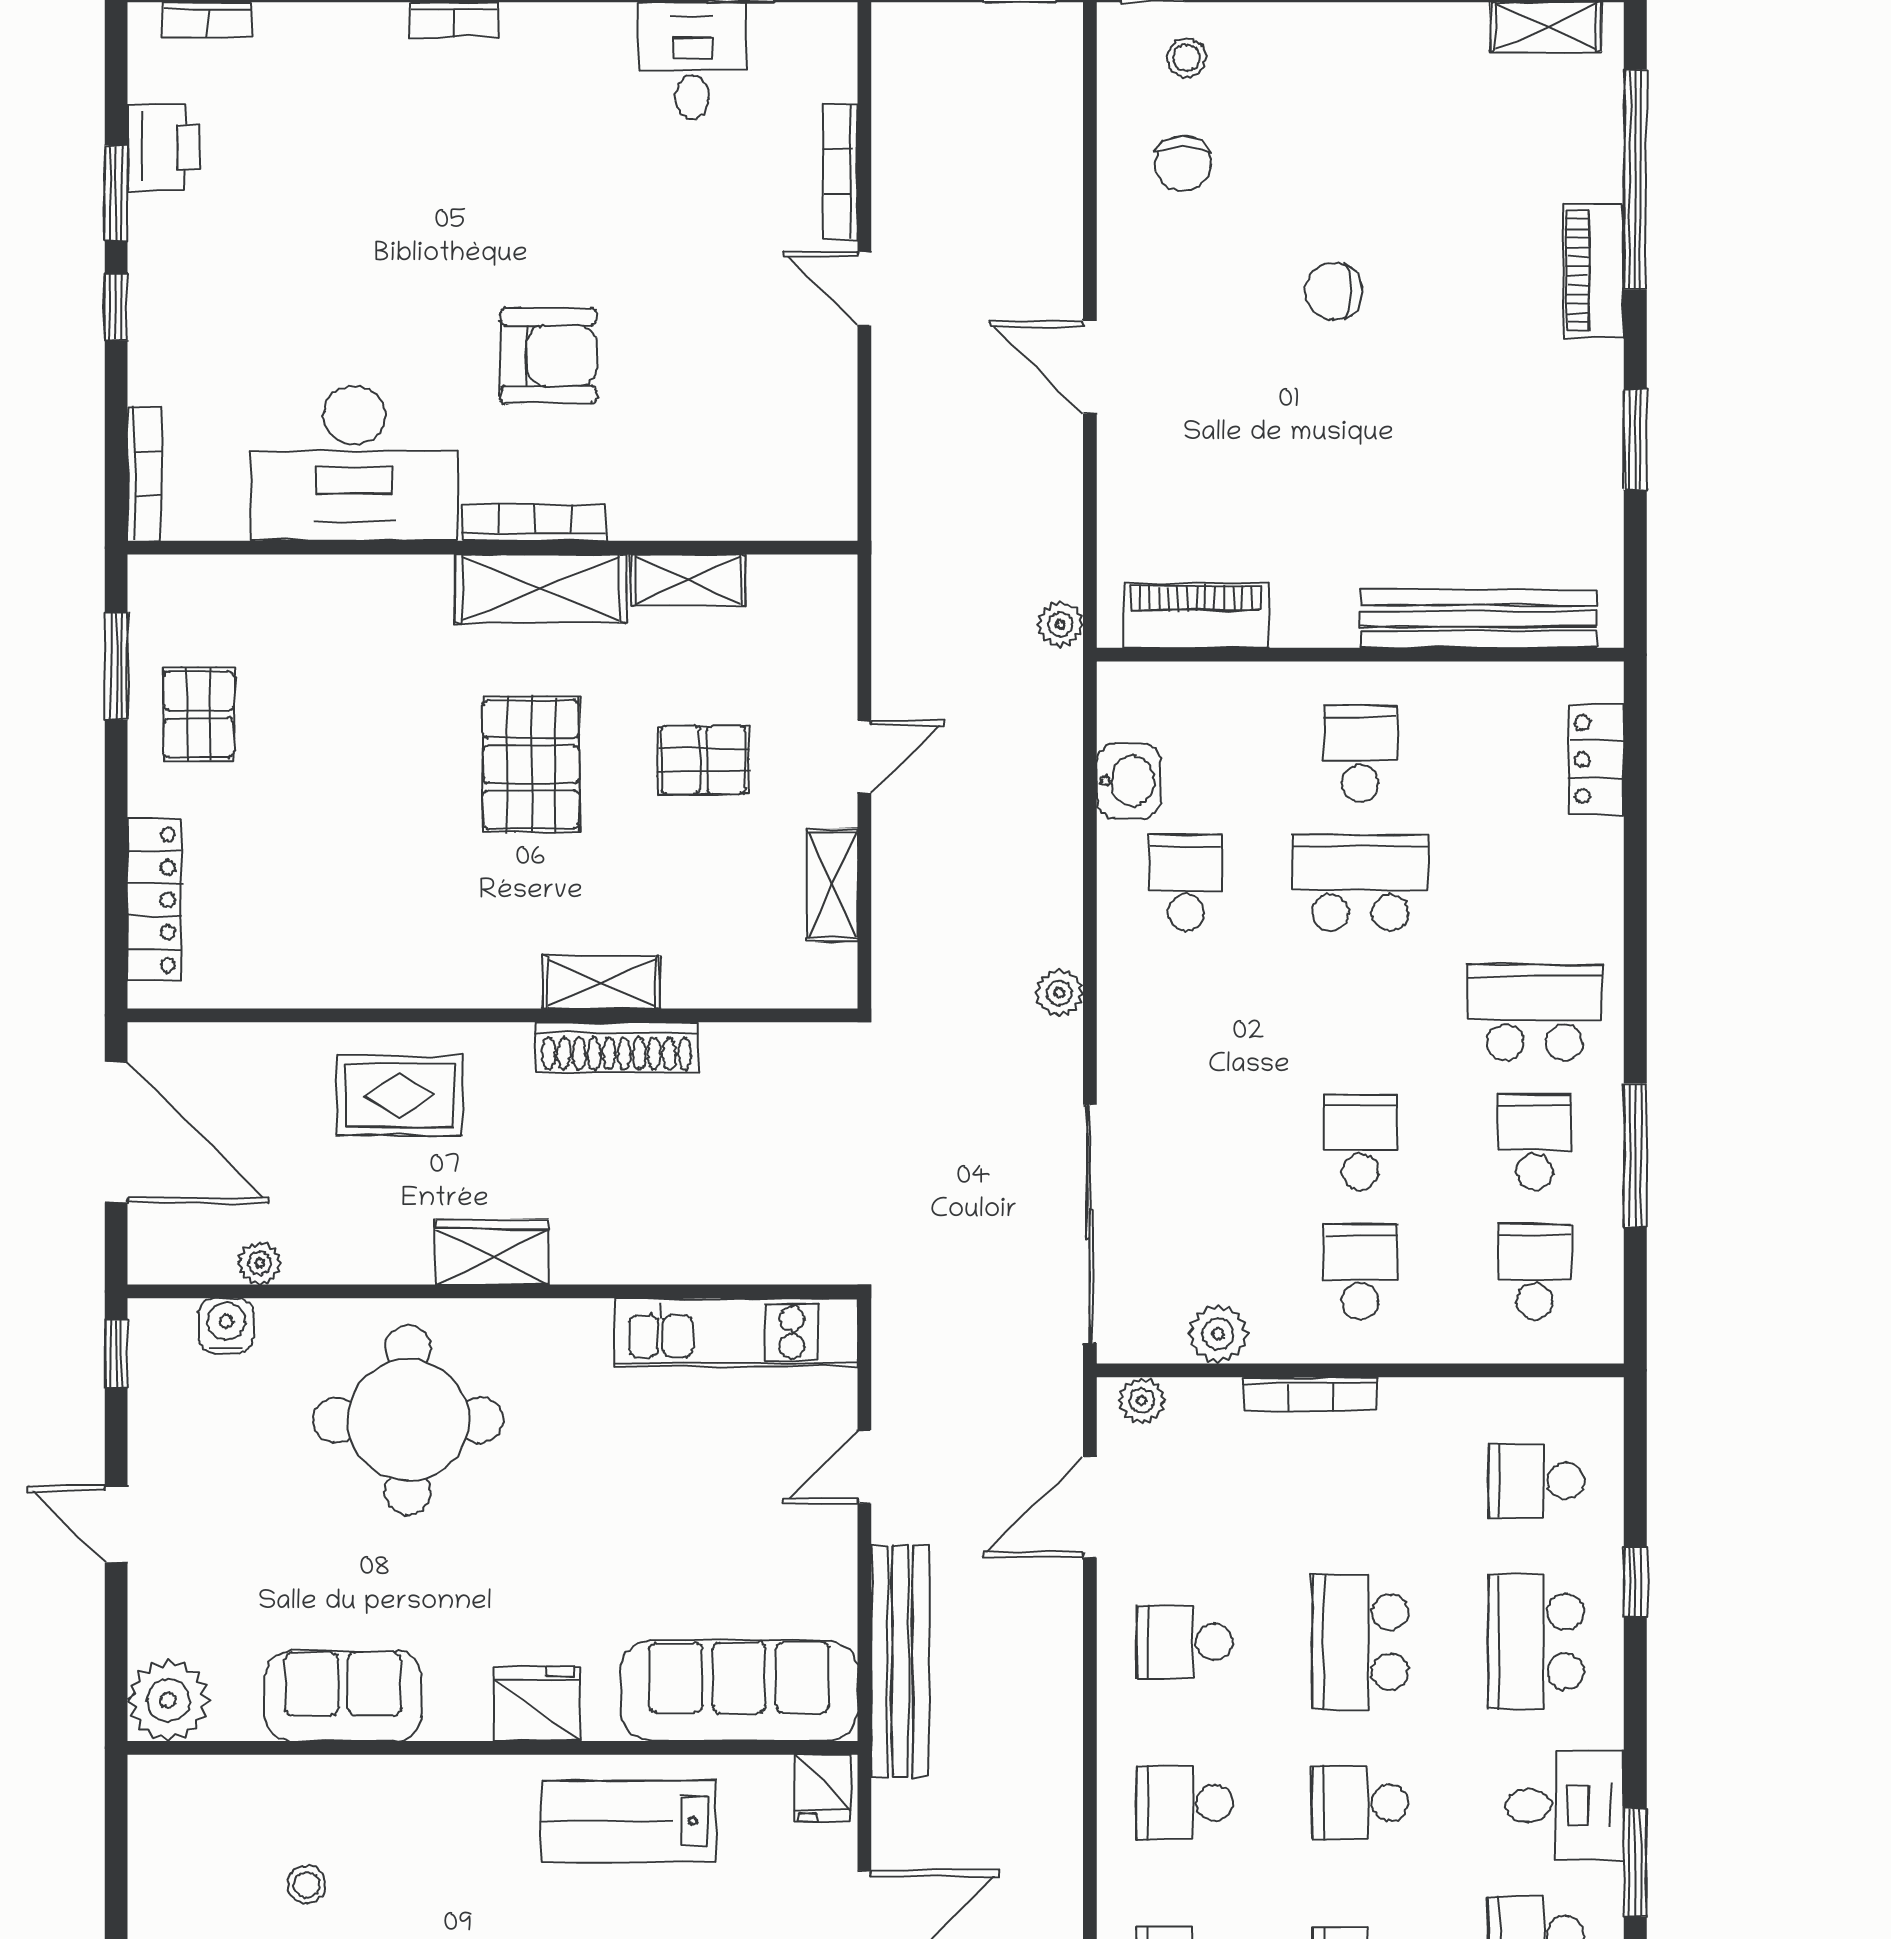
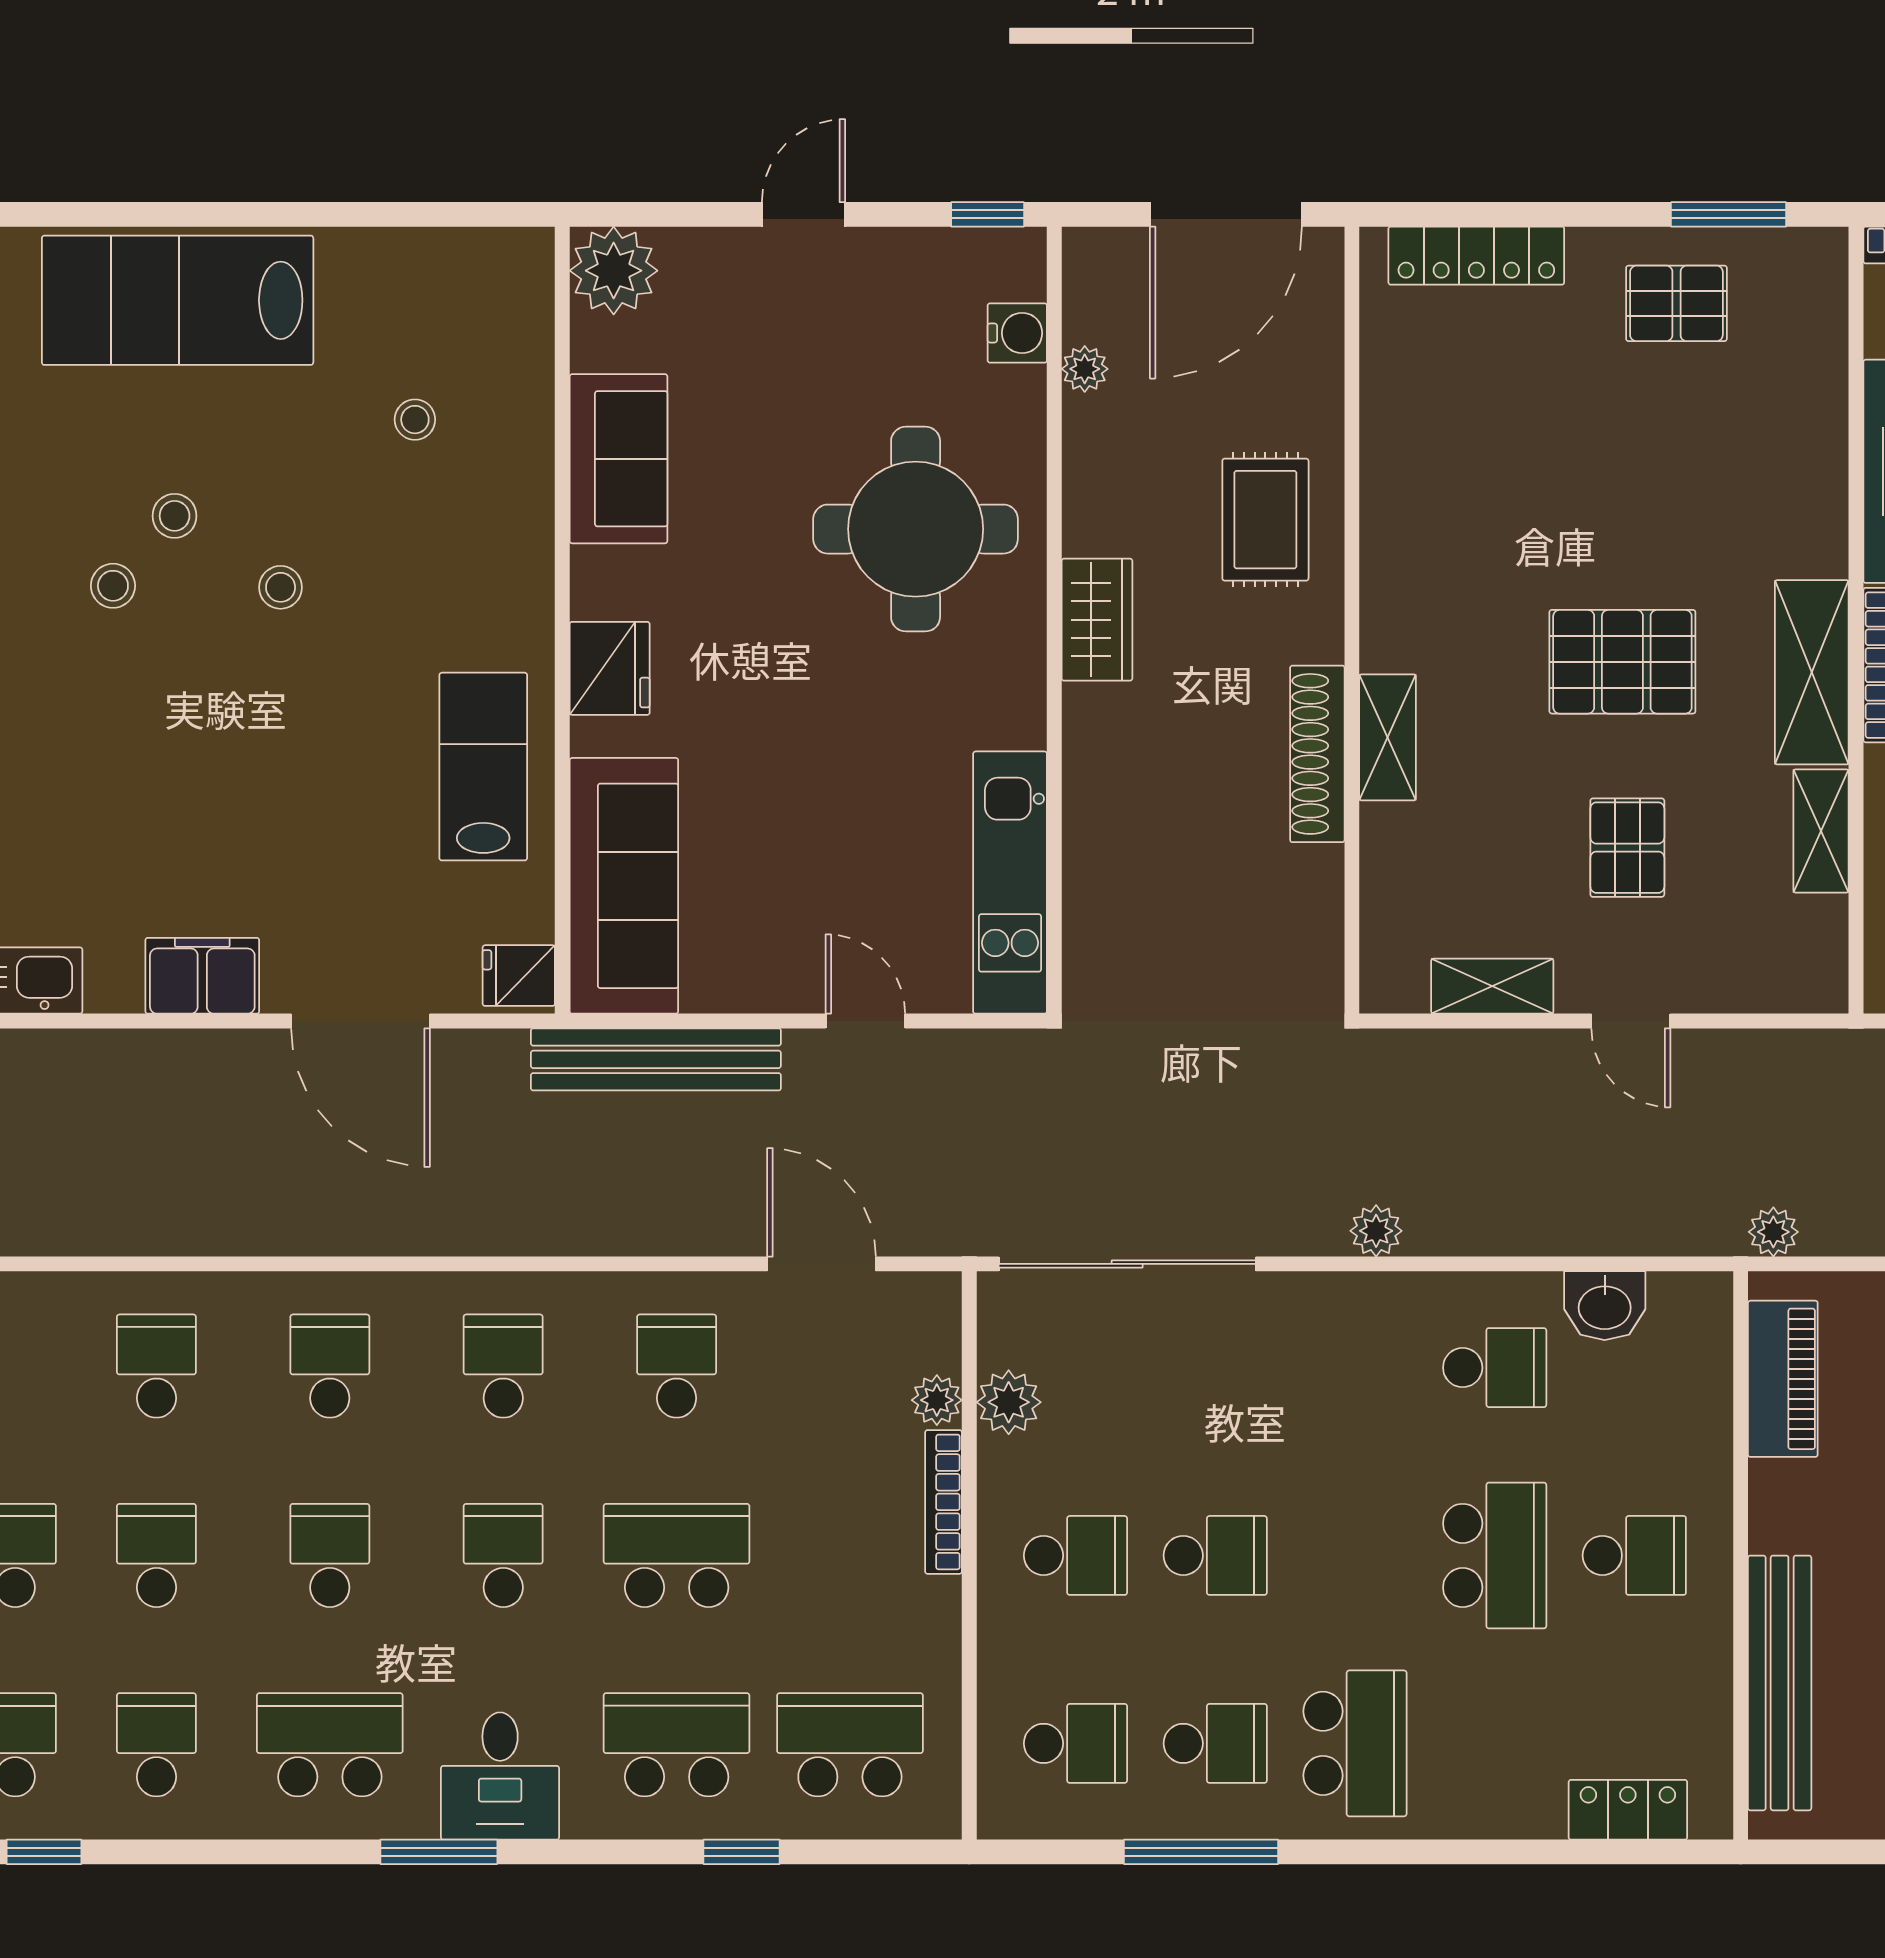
plant: (1142, 1400) -> (937, 1400), moved
school desk: (1536, 1481) -> (850, 1745), width x1.85

